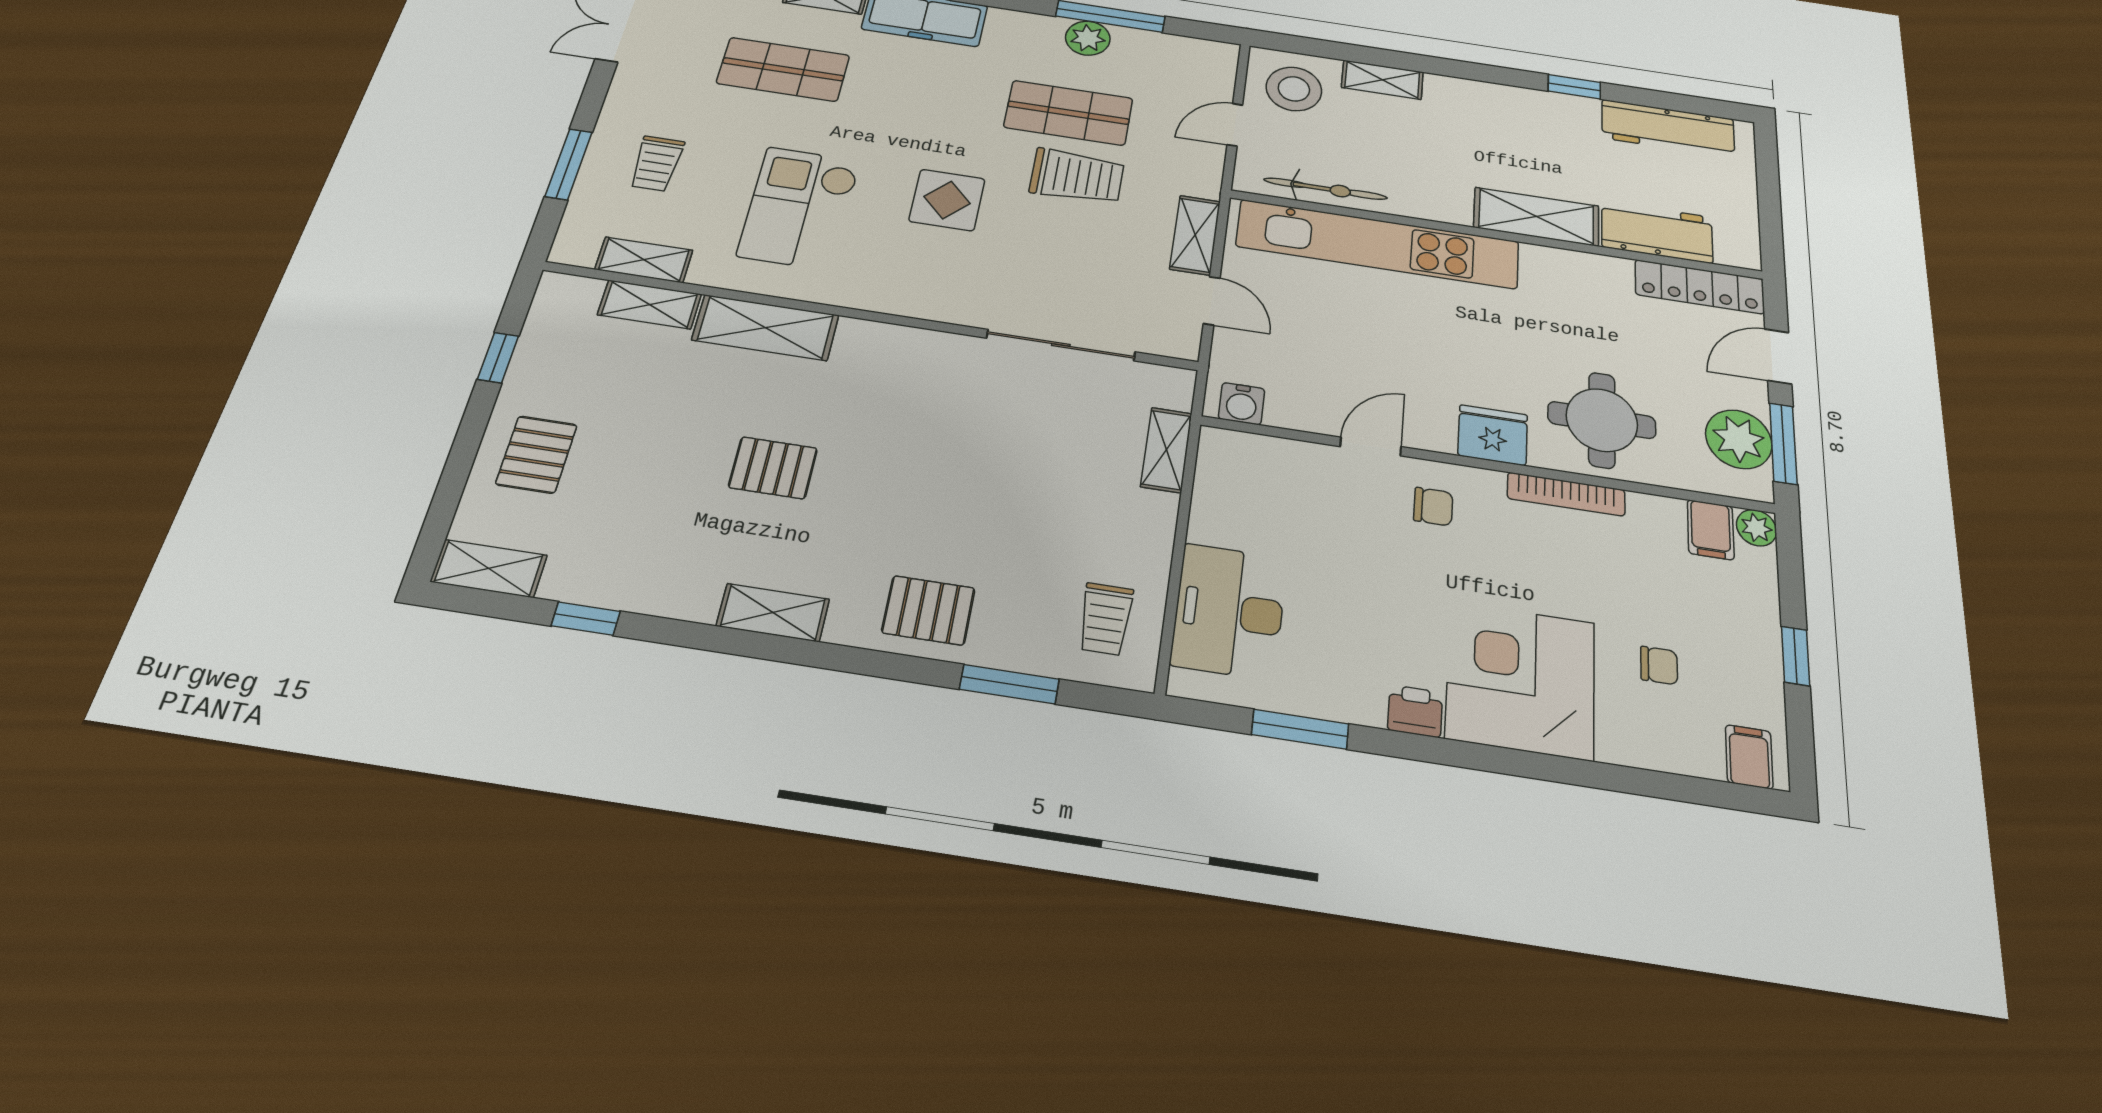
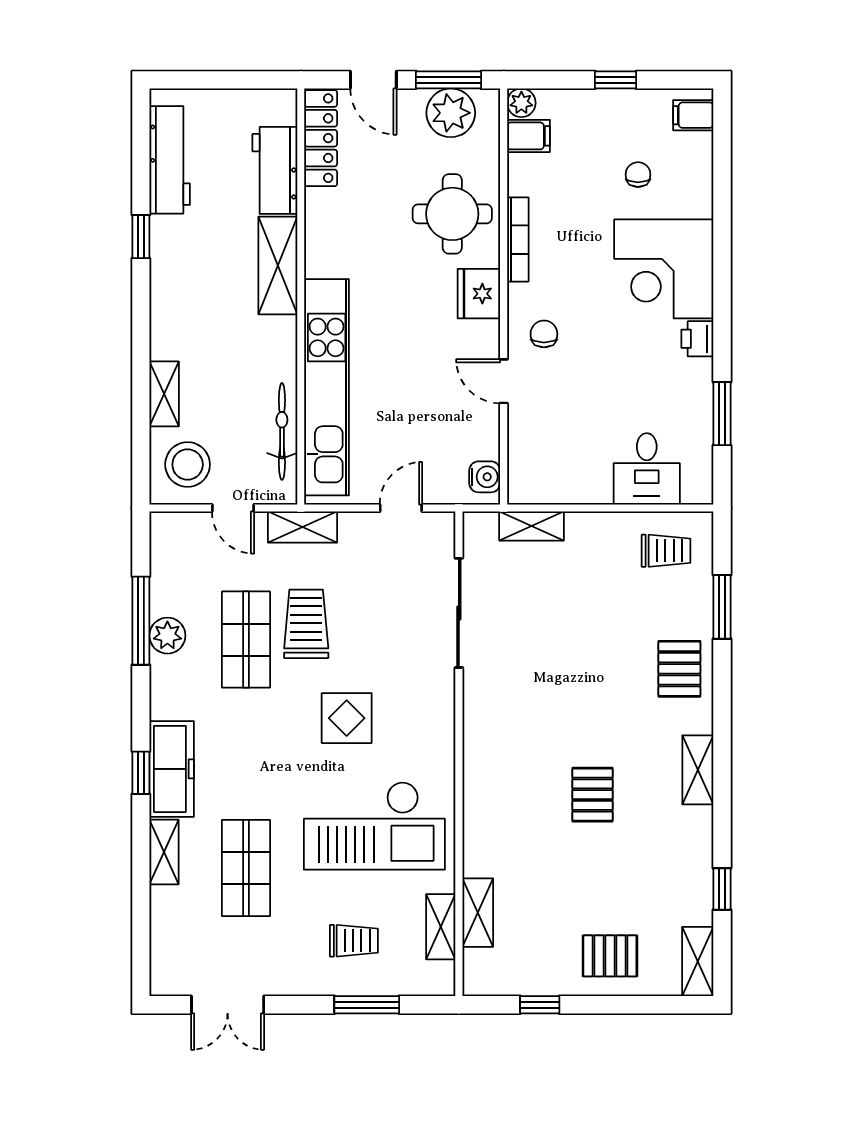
checkout: (799, 208) -> (374, 826), width x1.36, depth x1.21
shelving: (1195, 235) -> (303, 527), moved
shelving: (766, 328) -> (482, 826), removed
desk: (1229, 611) -> (647, 469), width x0.73

